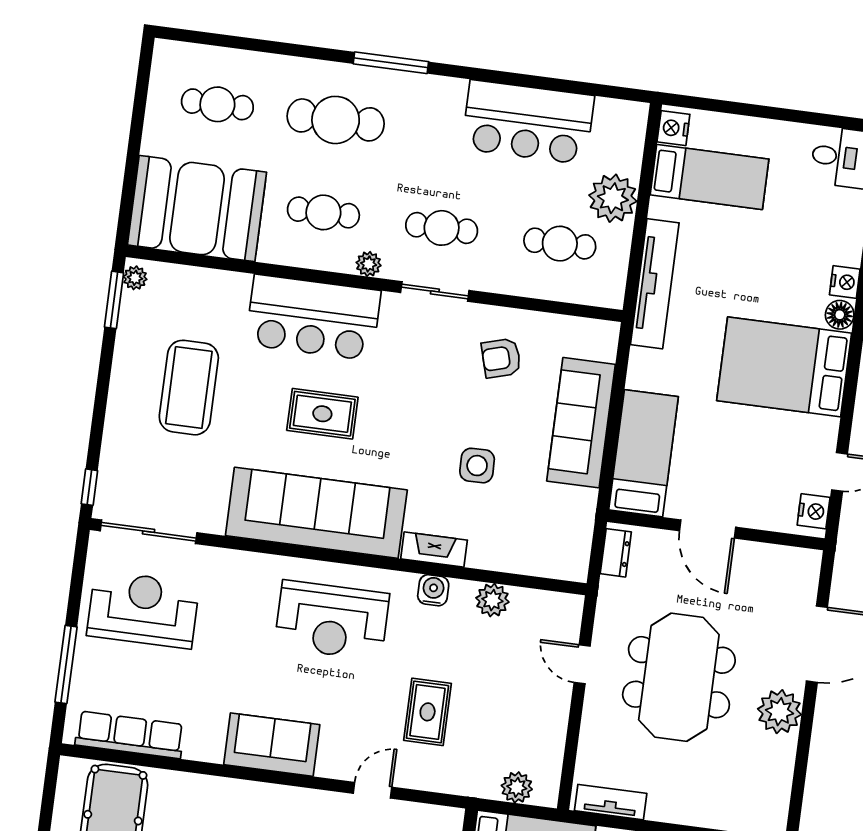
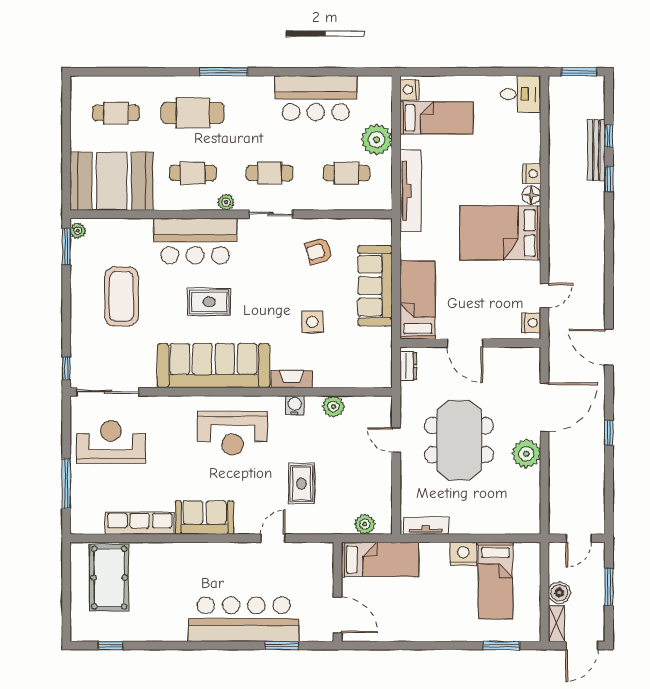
row of seats: (130, 735) -> (140, 523), moved

